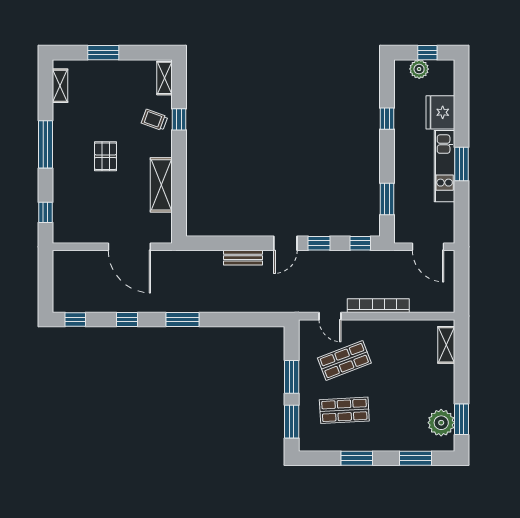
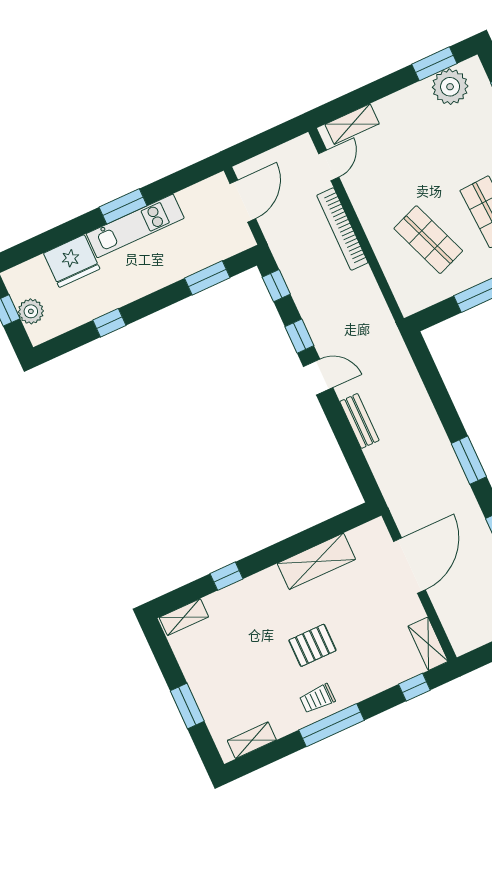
trolley: (154, 120) -> (317, 699), moved, turned 70
shelving: (71, 235) -> (428, 644), added
door: (330, 316) -> (329, 165), moved

